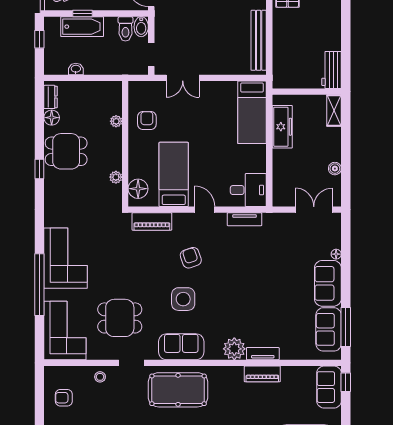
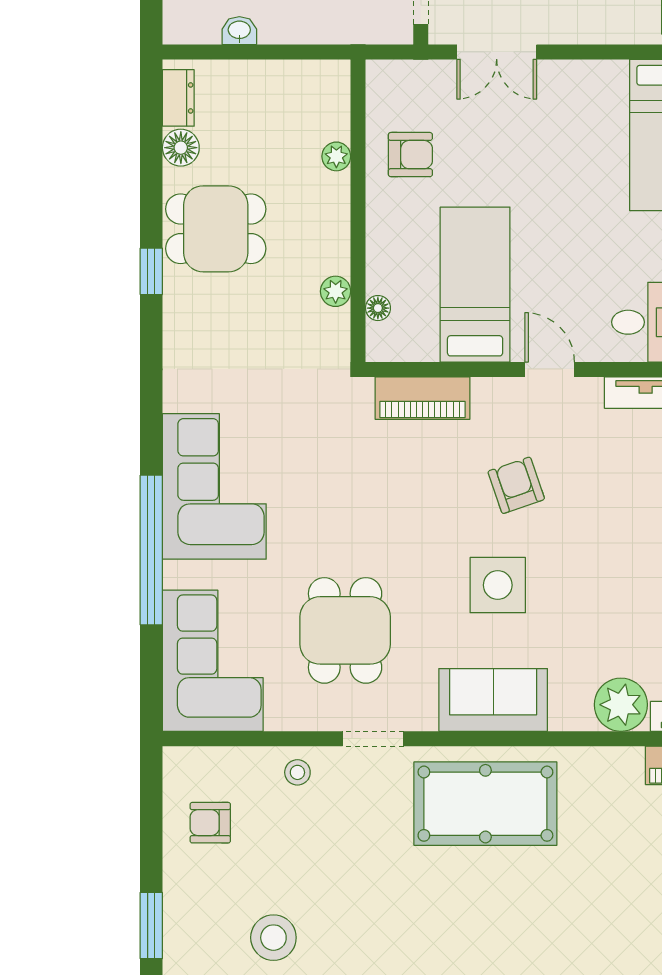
armchair: (147, 120) -> (410, 155), turned 90
floor lamp: (138, 189) -> (378, 308), width x0.53, depth x0.53
dining table: (120, 318) -> (345, 630), turned 90

